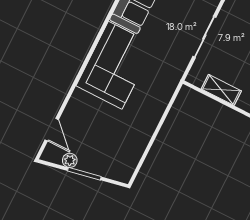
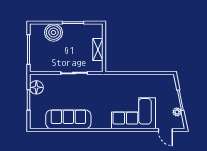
corner sofa: (115, 65) -> (134, 113), moved
door: (52, 130) -> (165, 130), swing flipped

